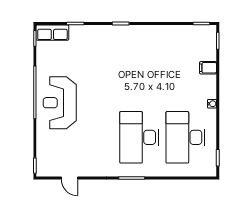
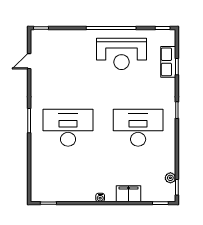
plant: (191, 30) -> (170, 178), added
row of seats: (52, 33) -> (168, 62), moved
filing cabinet: (208, 68) -> (129, 194), width x2.00
reception desk: (60, 103) -> (122, 54), moved, turned 180
desk: (185, 137) -> (138, 128), moved

